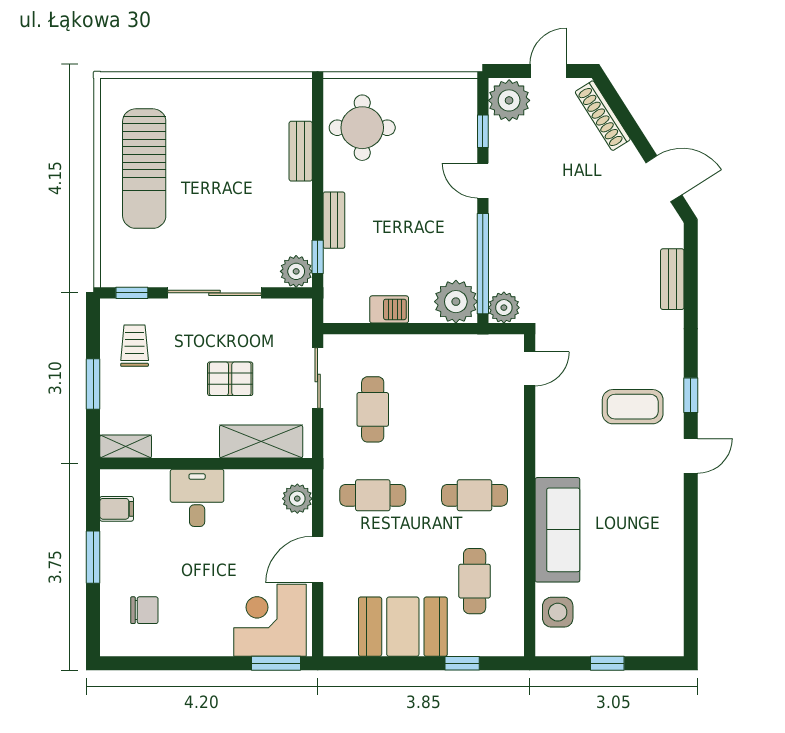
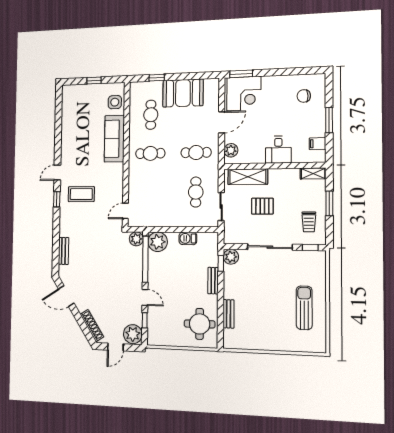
sun lounger: (144, 169) -> (304, 308), width x0.73, depth x0.75

